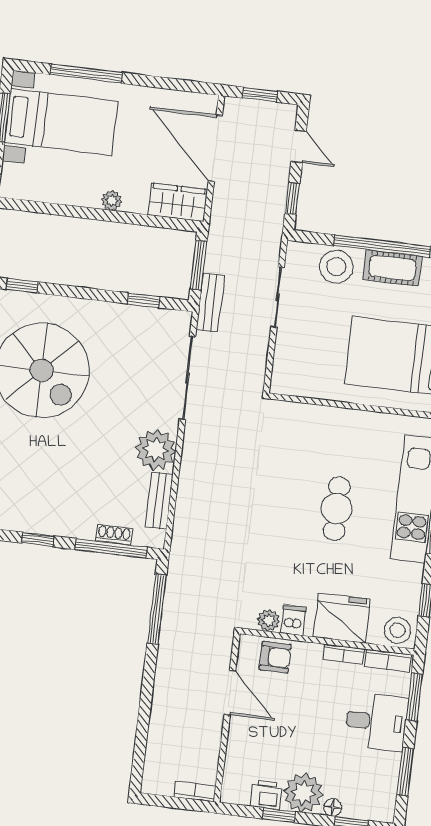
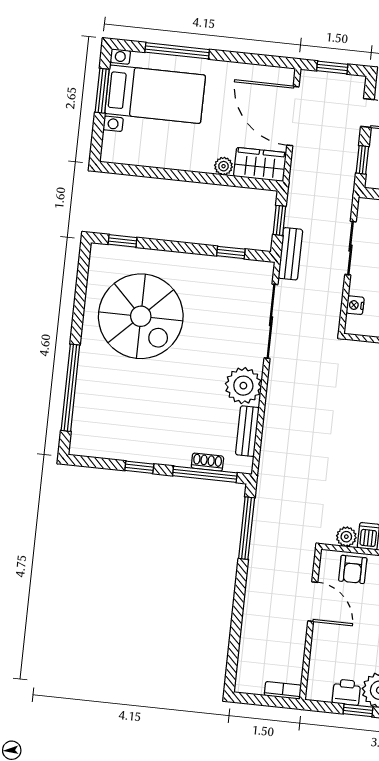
plant: (112, 200) -> (223, 166), moved
window: (198, 265) -> (279, 220), width x0.67
nightstand: (282, 361) -> (355, 305), added
armchair: (275, 657) -> (353, 569), turned 90

